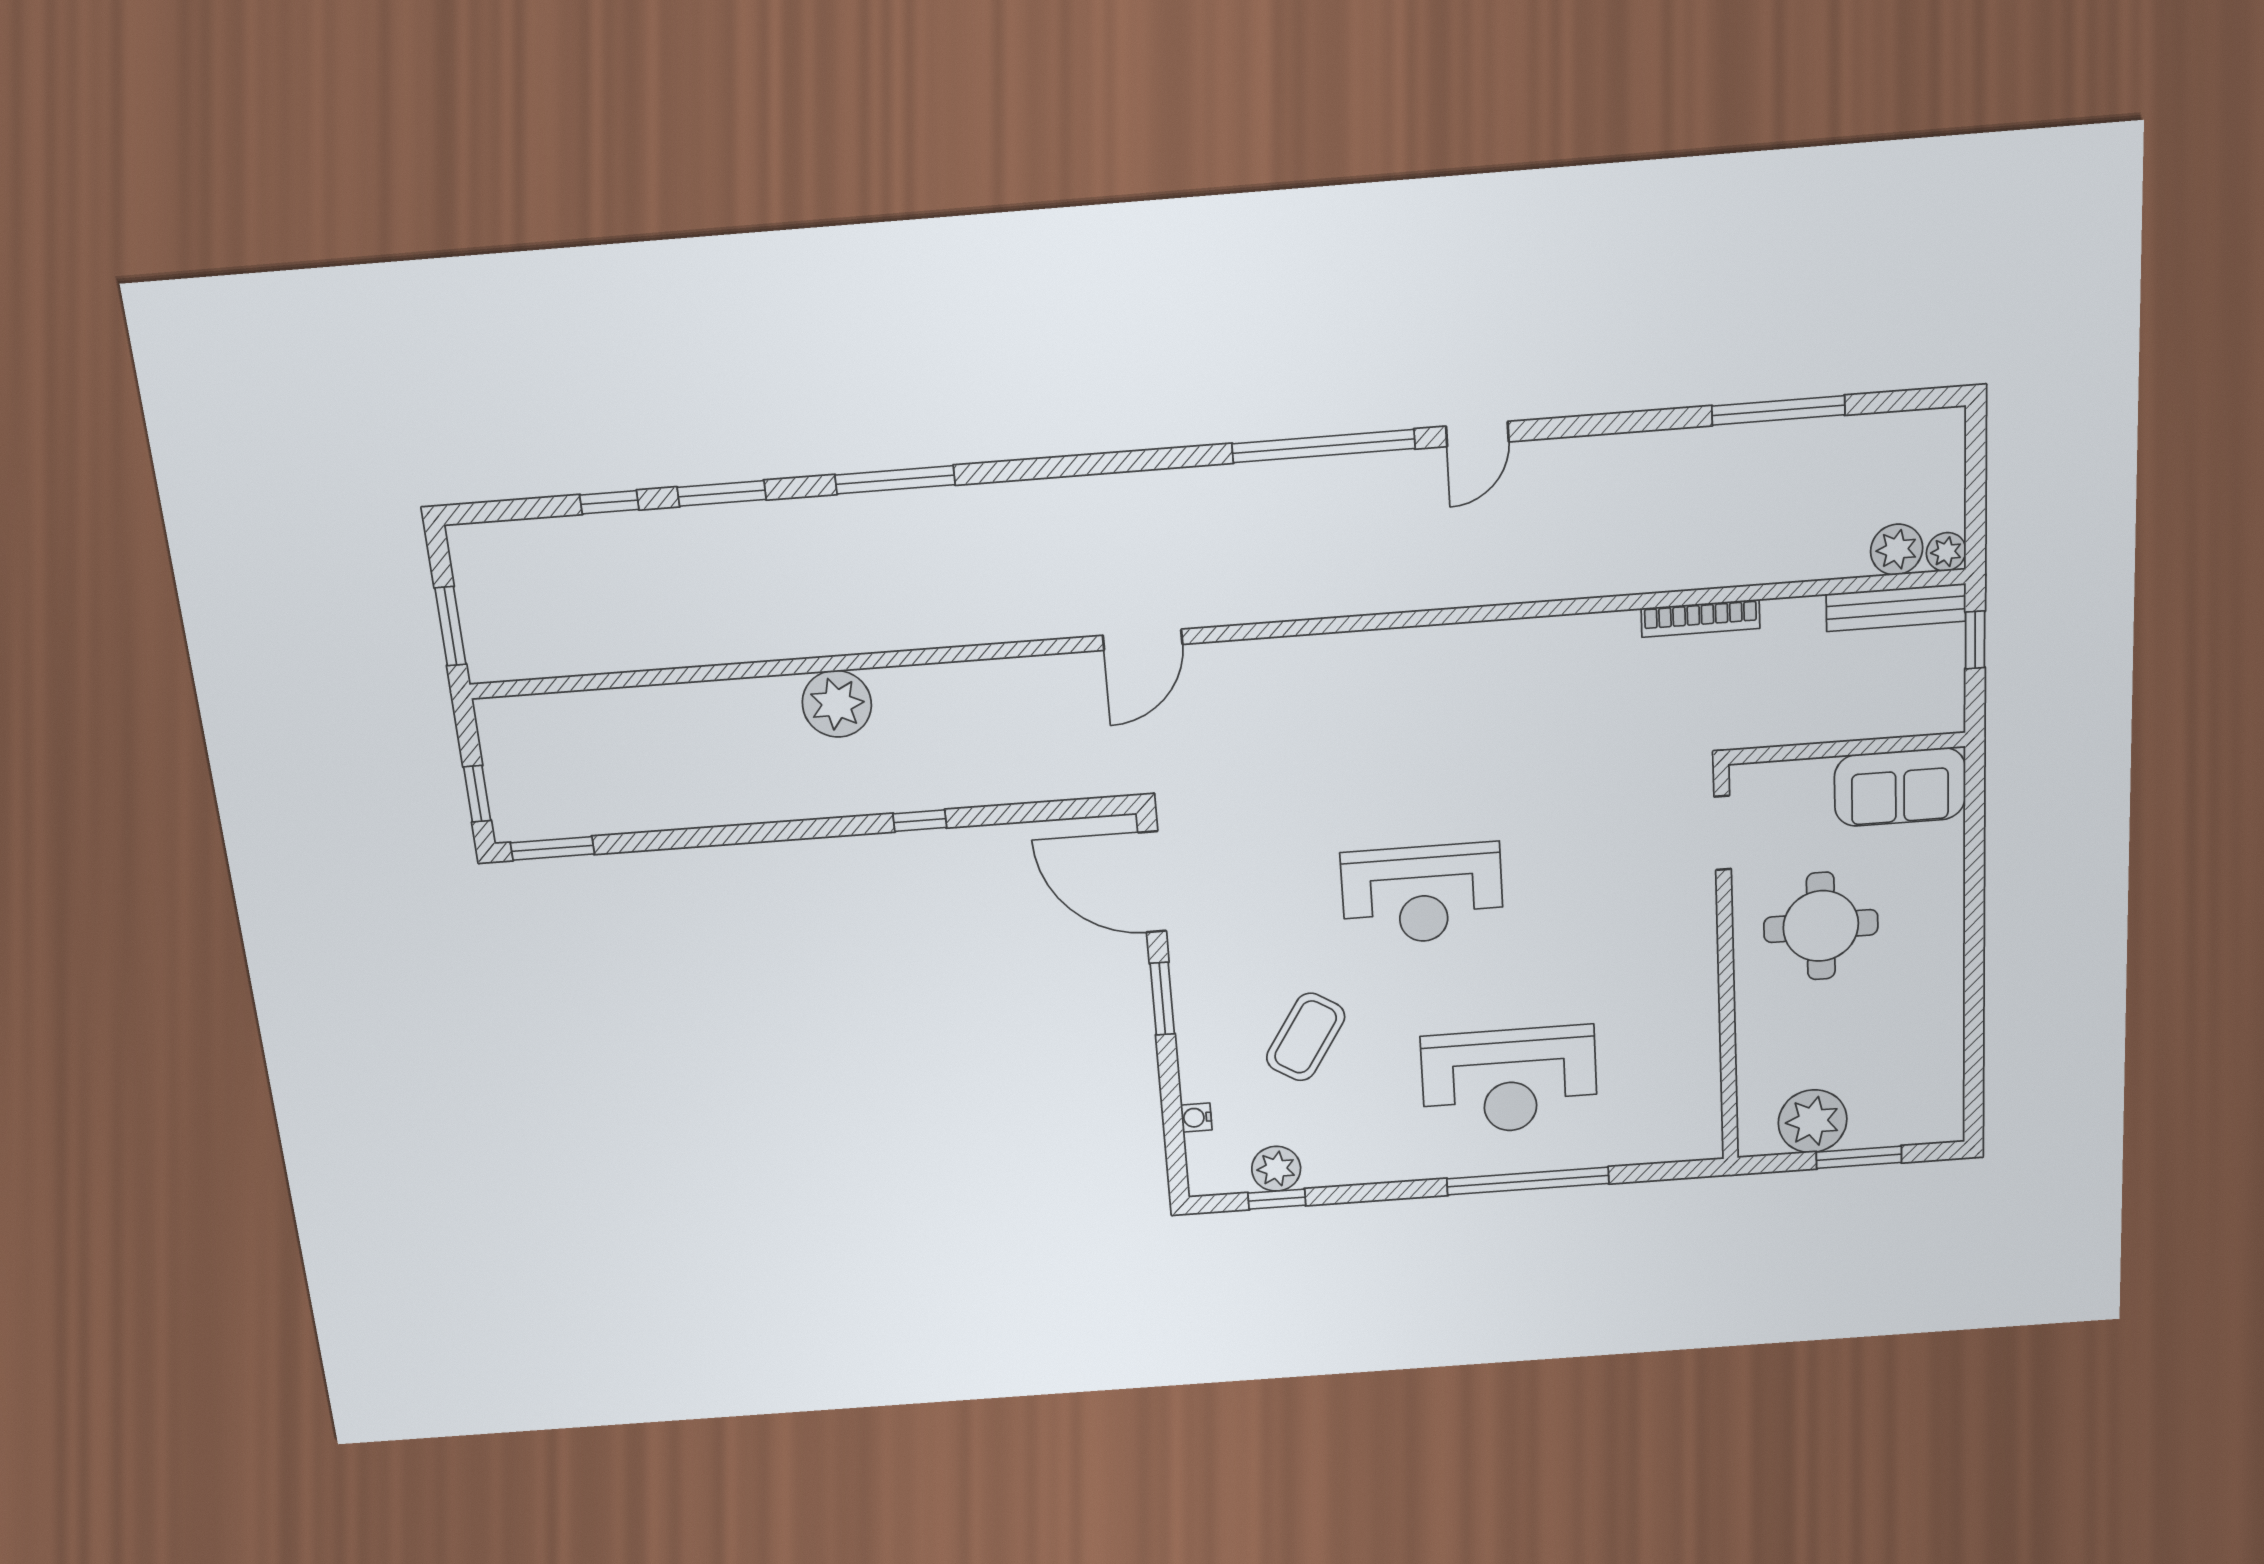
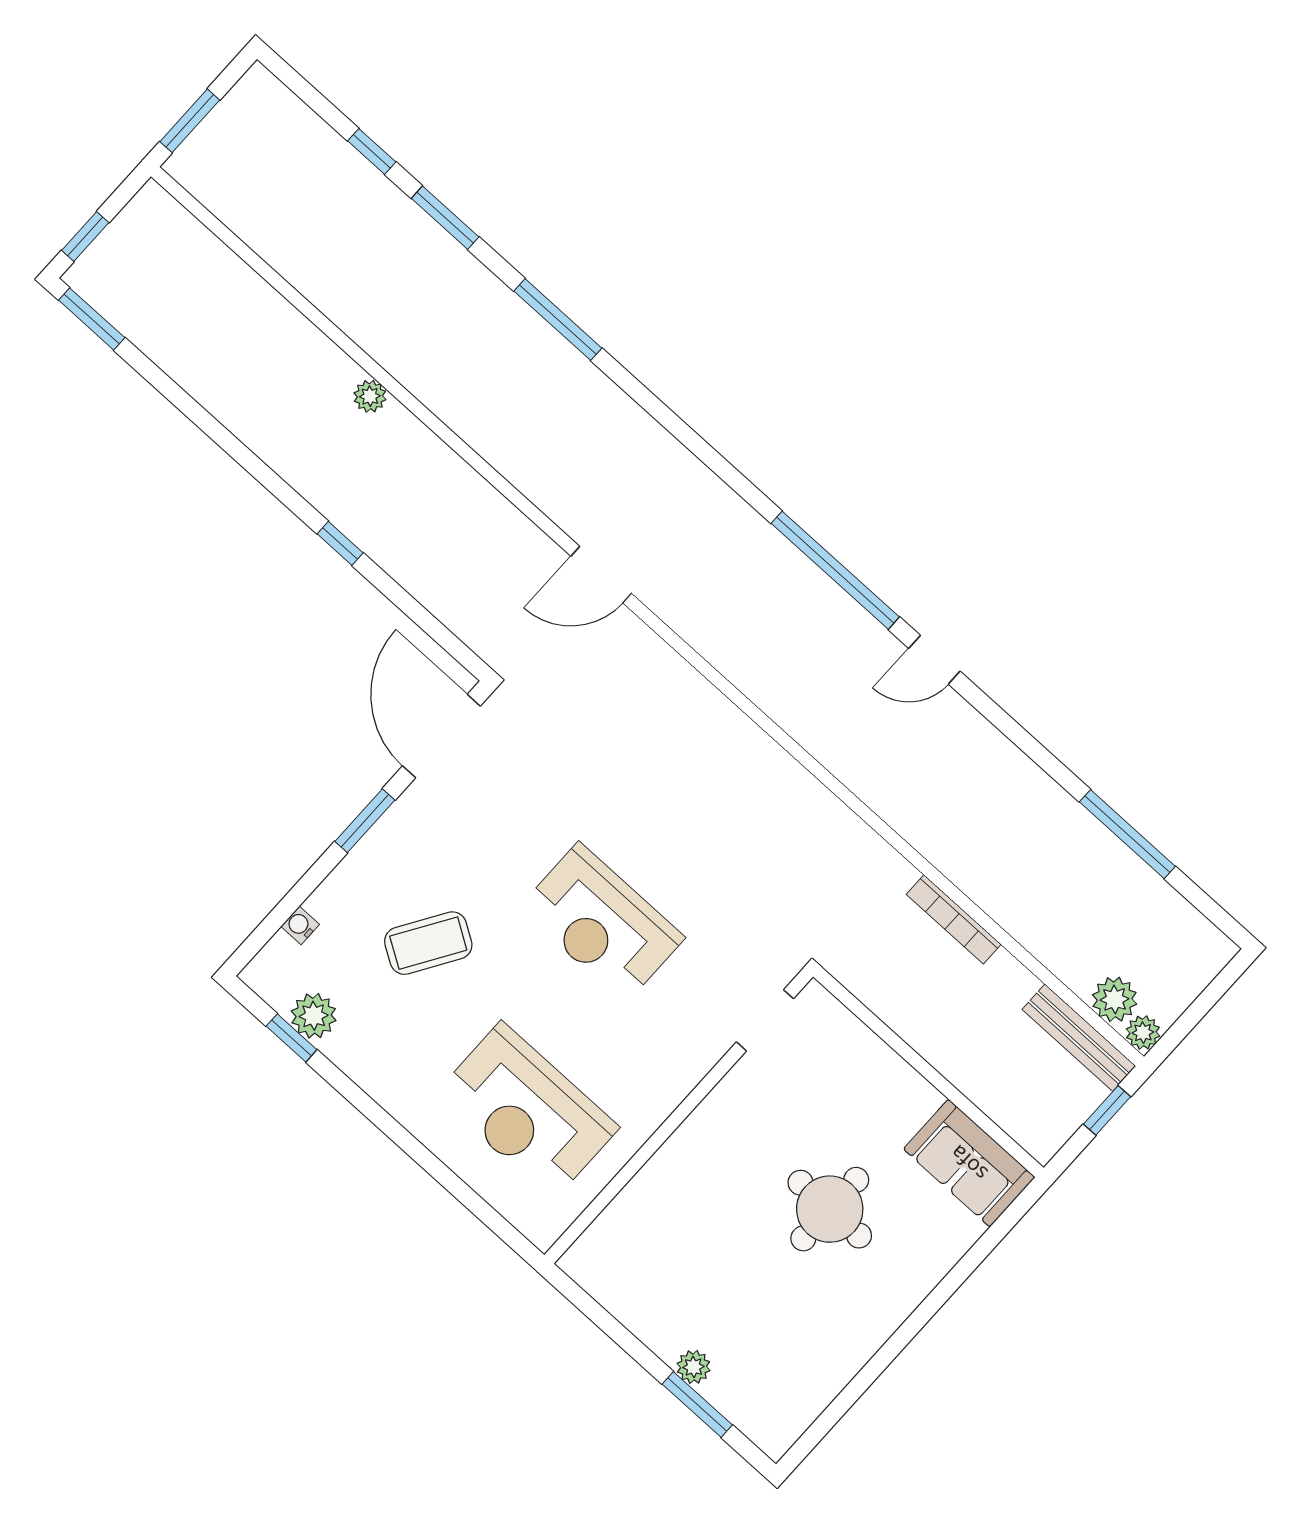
plant: (837, 704) -> (370, 396), width x0.53, depth x0.53
doorway: (1723, 833) -> (765, 1020), moved
wall: (1726, 966) -> (679, 1116), moved
plant: (1813, 1121) -> (693, 1367), width x0.53, depth x0.53
window: (1528, 1181) -> (467, 1196), removed

